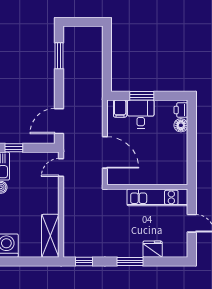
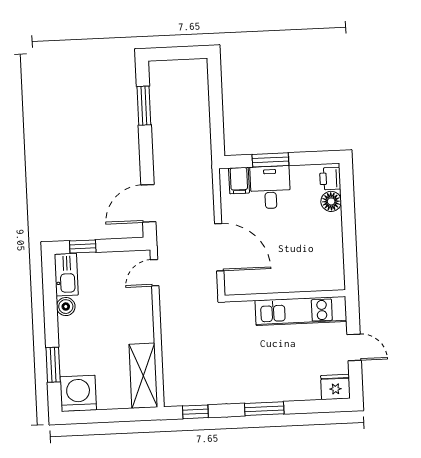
fridge: (153, 249) -> (335, 387), moved

